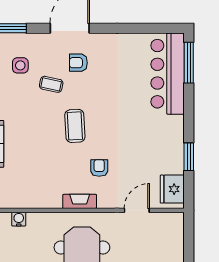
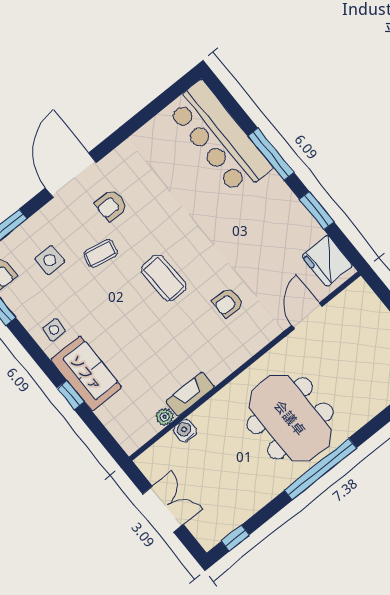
window: (189, 63) -> (271, 154), moved
armchair: (99, 168) -> (228, 303), turned -90
fireplace: (80, 201) -> (190, 394), moved
plant: (14, 202) -> (165, 417), added

